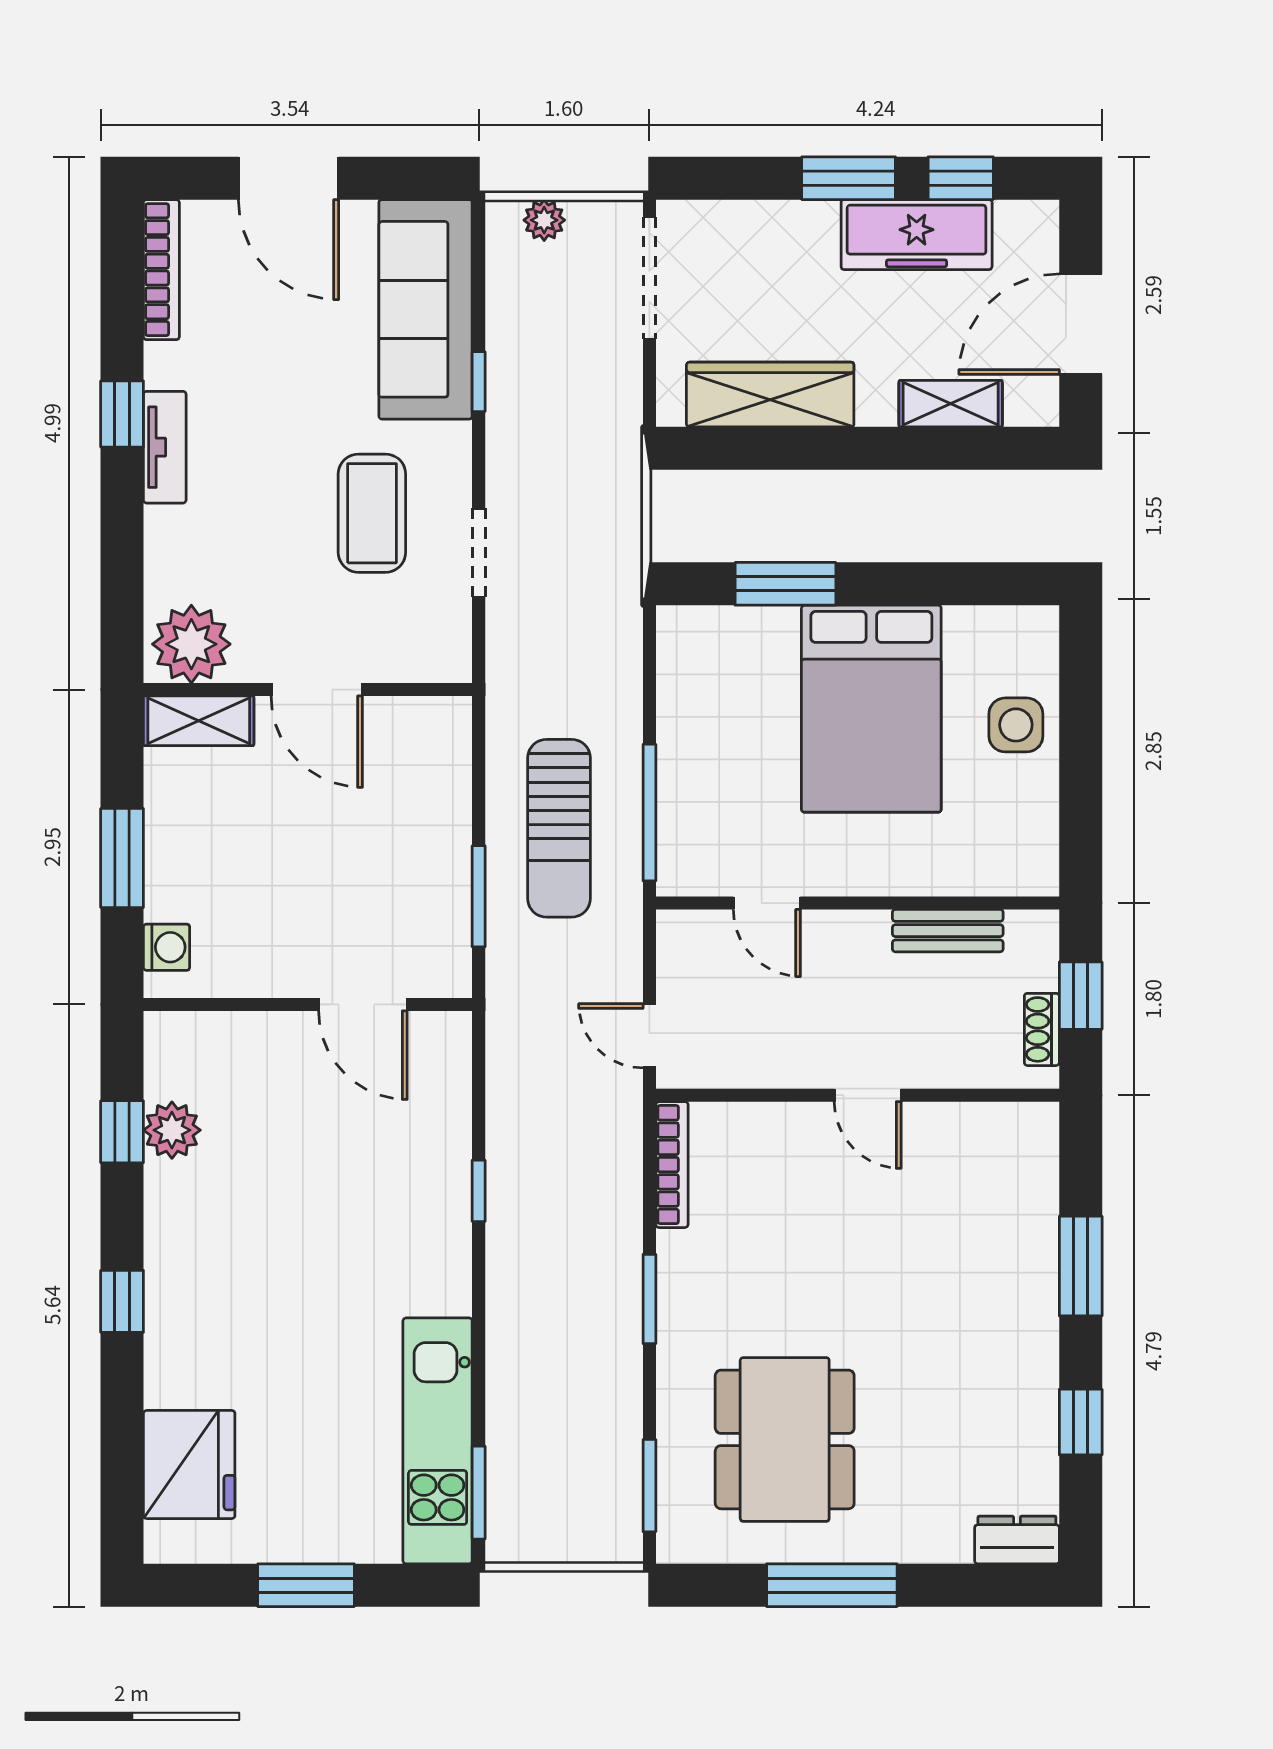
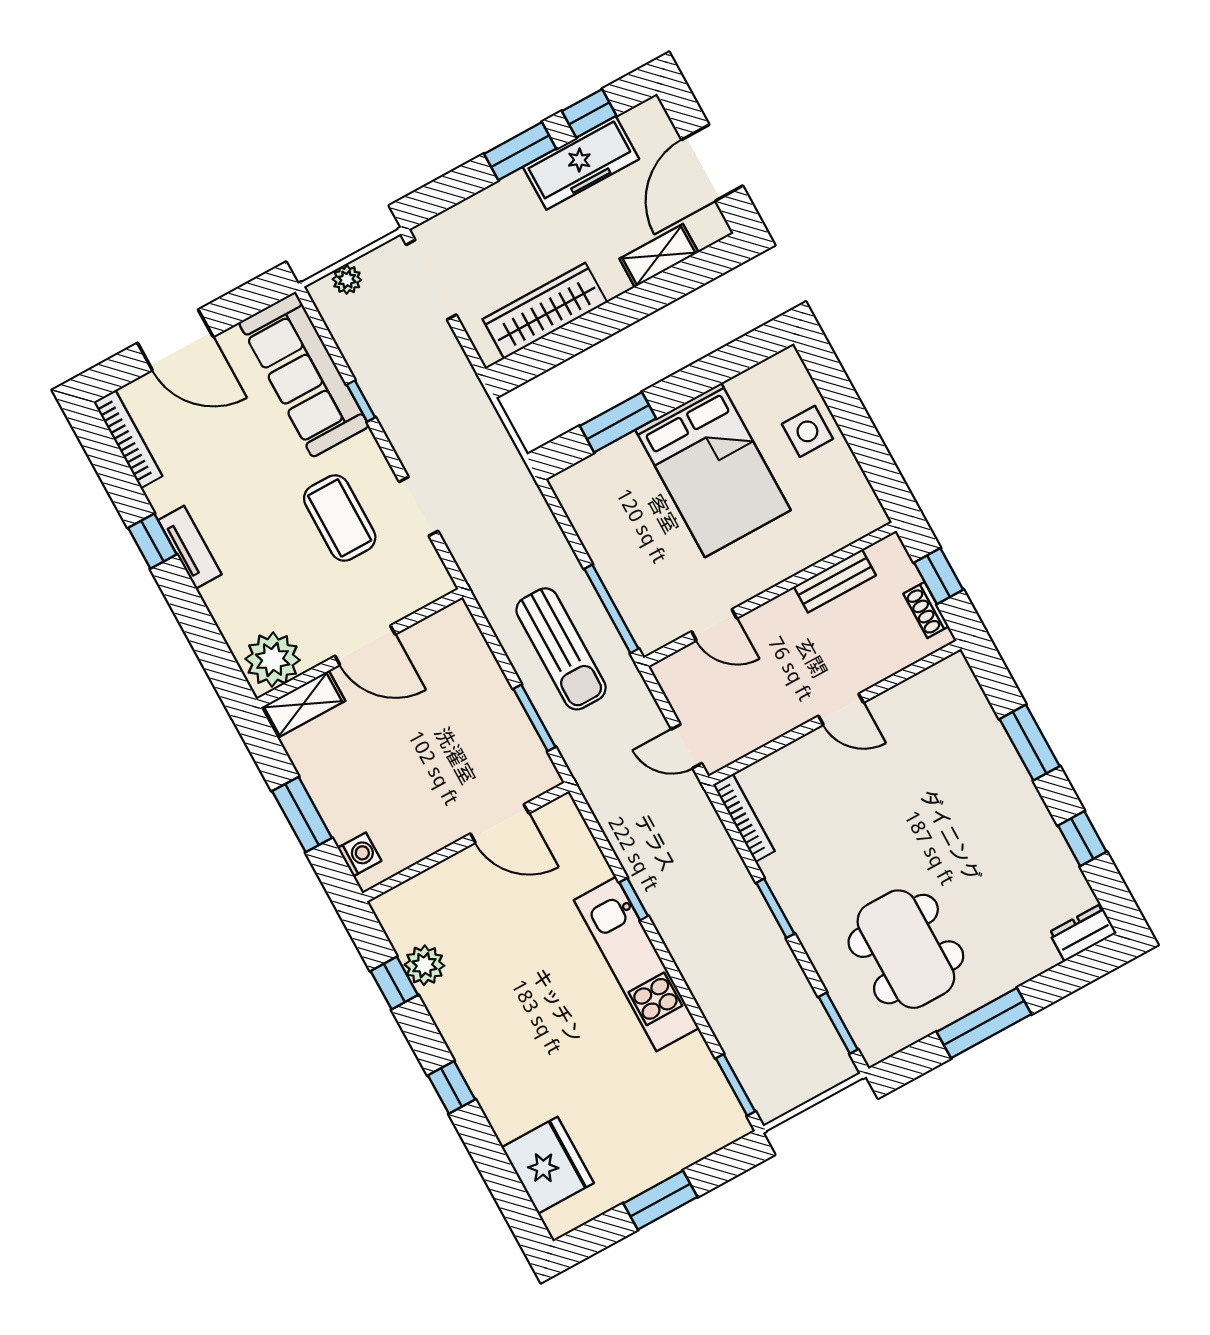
kitchen unit: (438, 1441) -> (636, 964), moved

